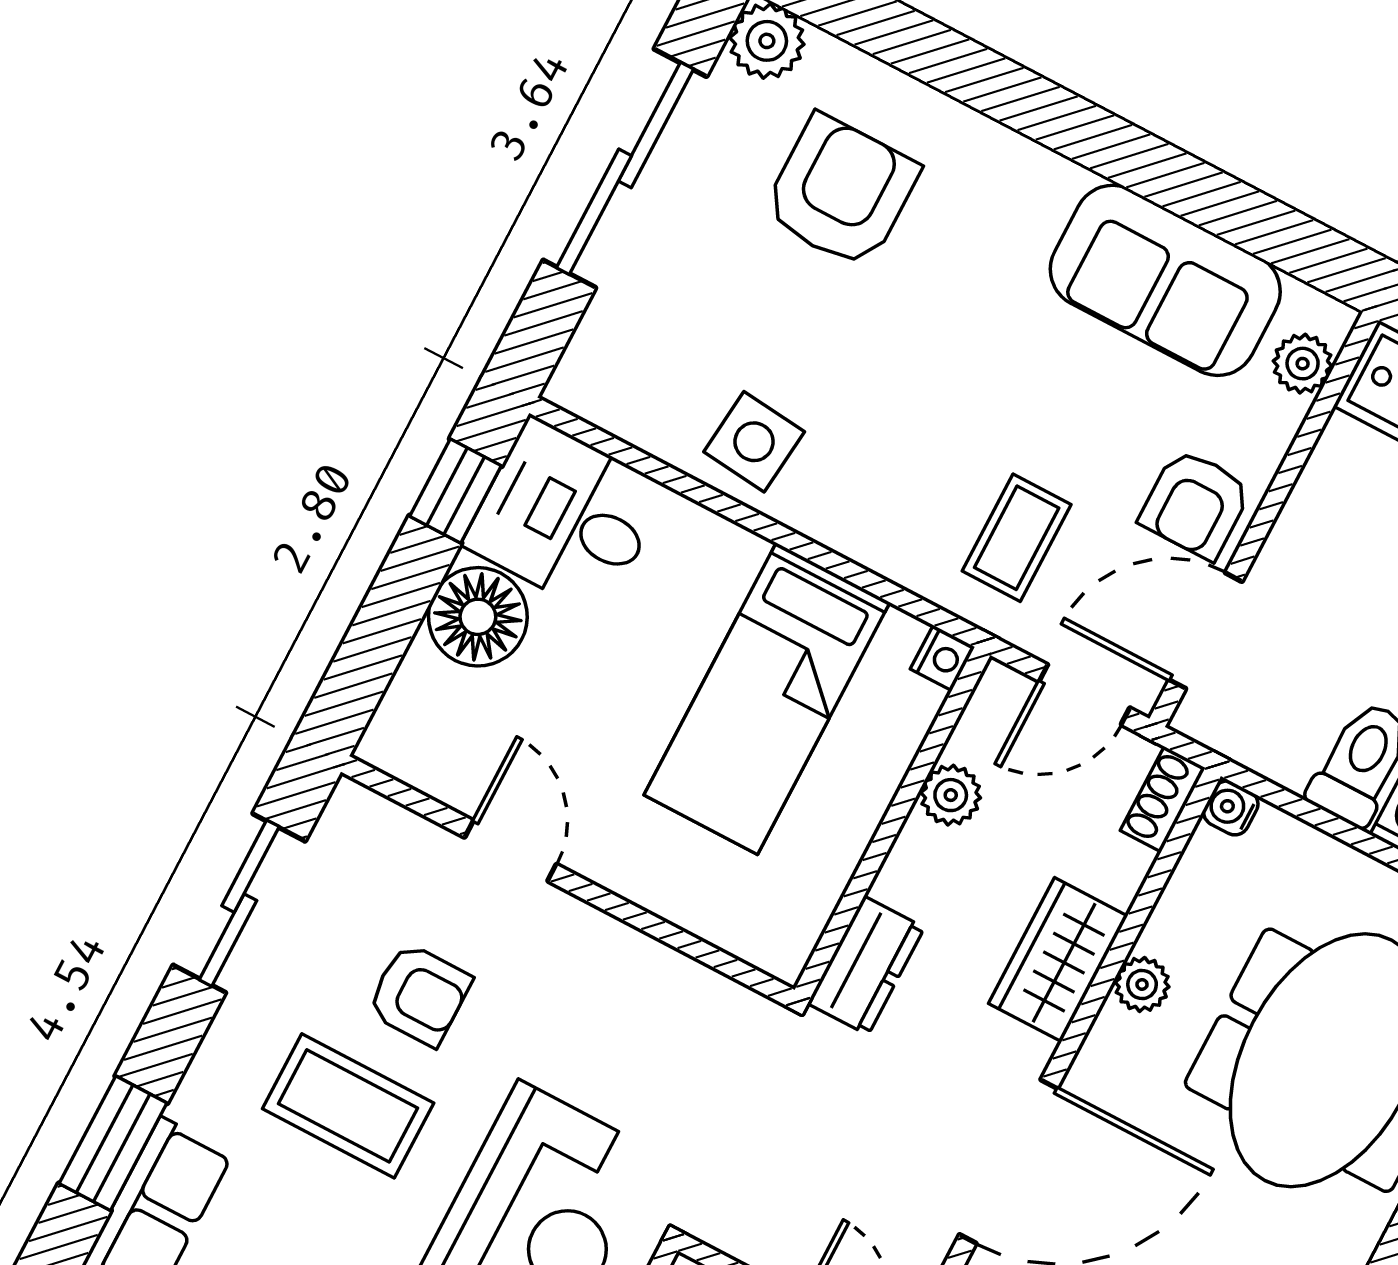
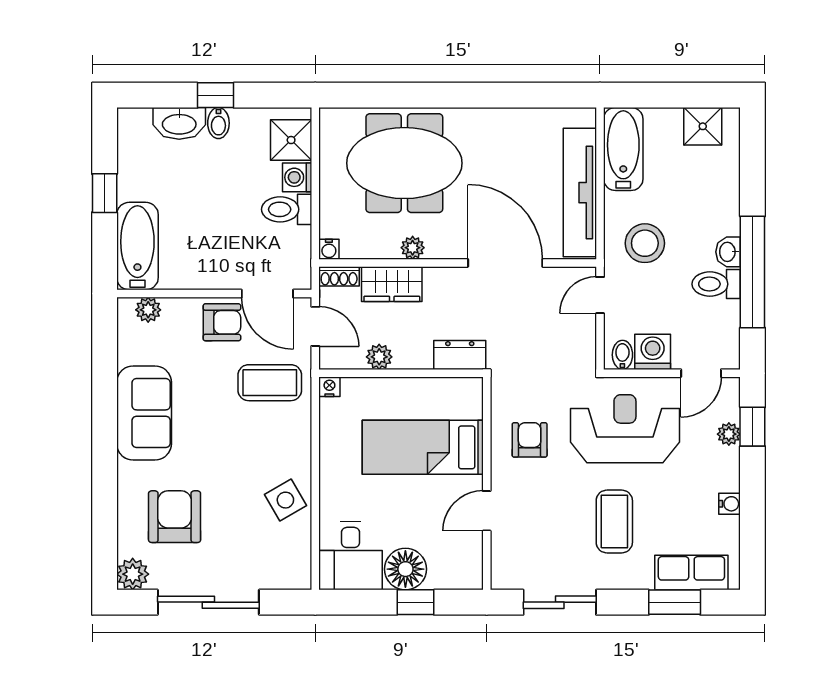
armchair: (841, 192) -> (175, 517), turned 90
sofa: (1165, 280) -> (144, 413), moved
side table: (754, 442) -> (285, 500), turned -36
window: (456, 491) -> (416, 602), moved
coffee table: (1017, 538) -> (270, 383), width x1.36, depth x1.30
bed: (767, 699) -> (423, 447), moved, turned 180
wardrobe: (1058, 960) -> (392, 284), moved
armchair: (419, 994) -> (530, 440), moved

